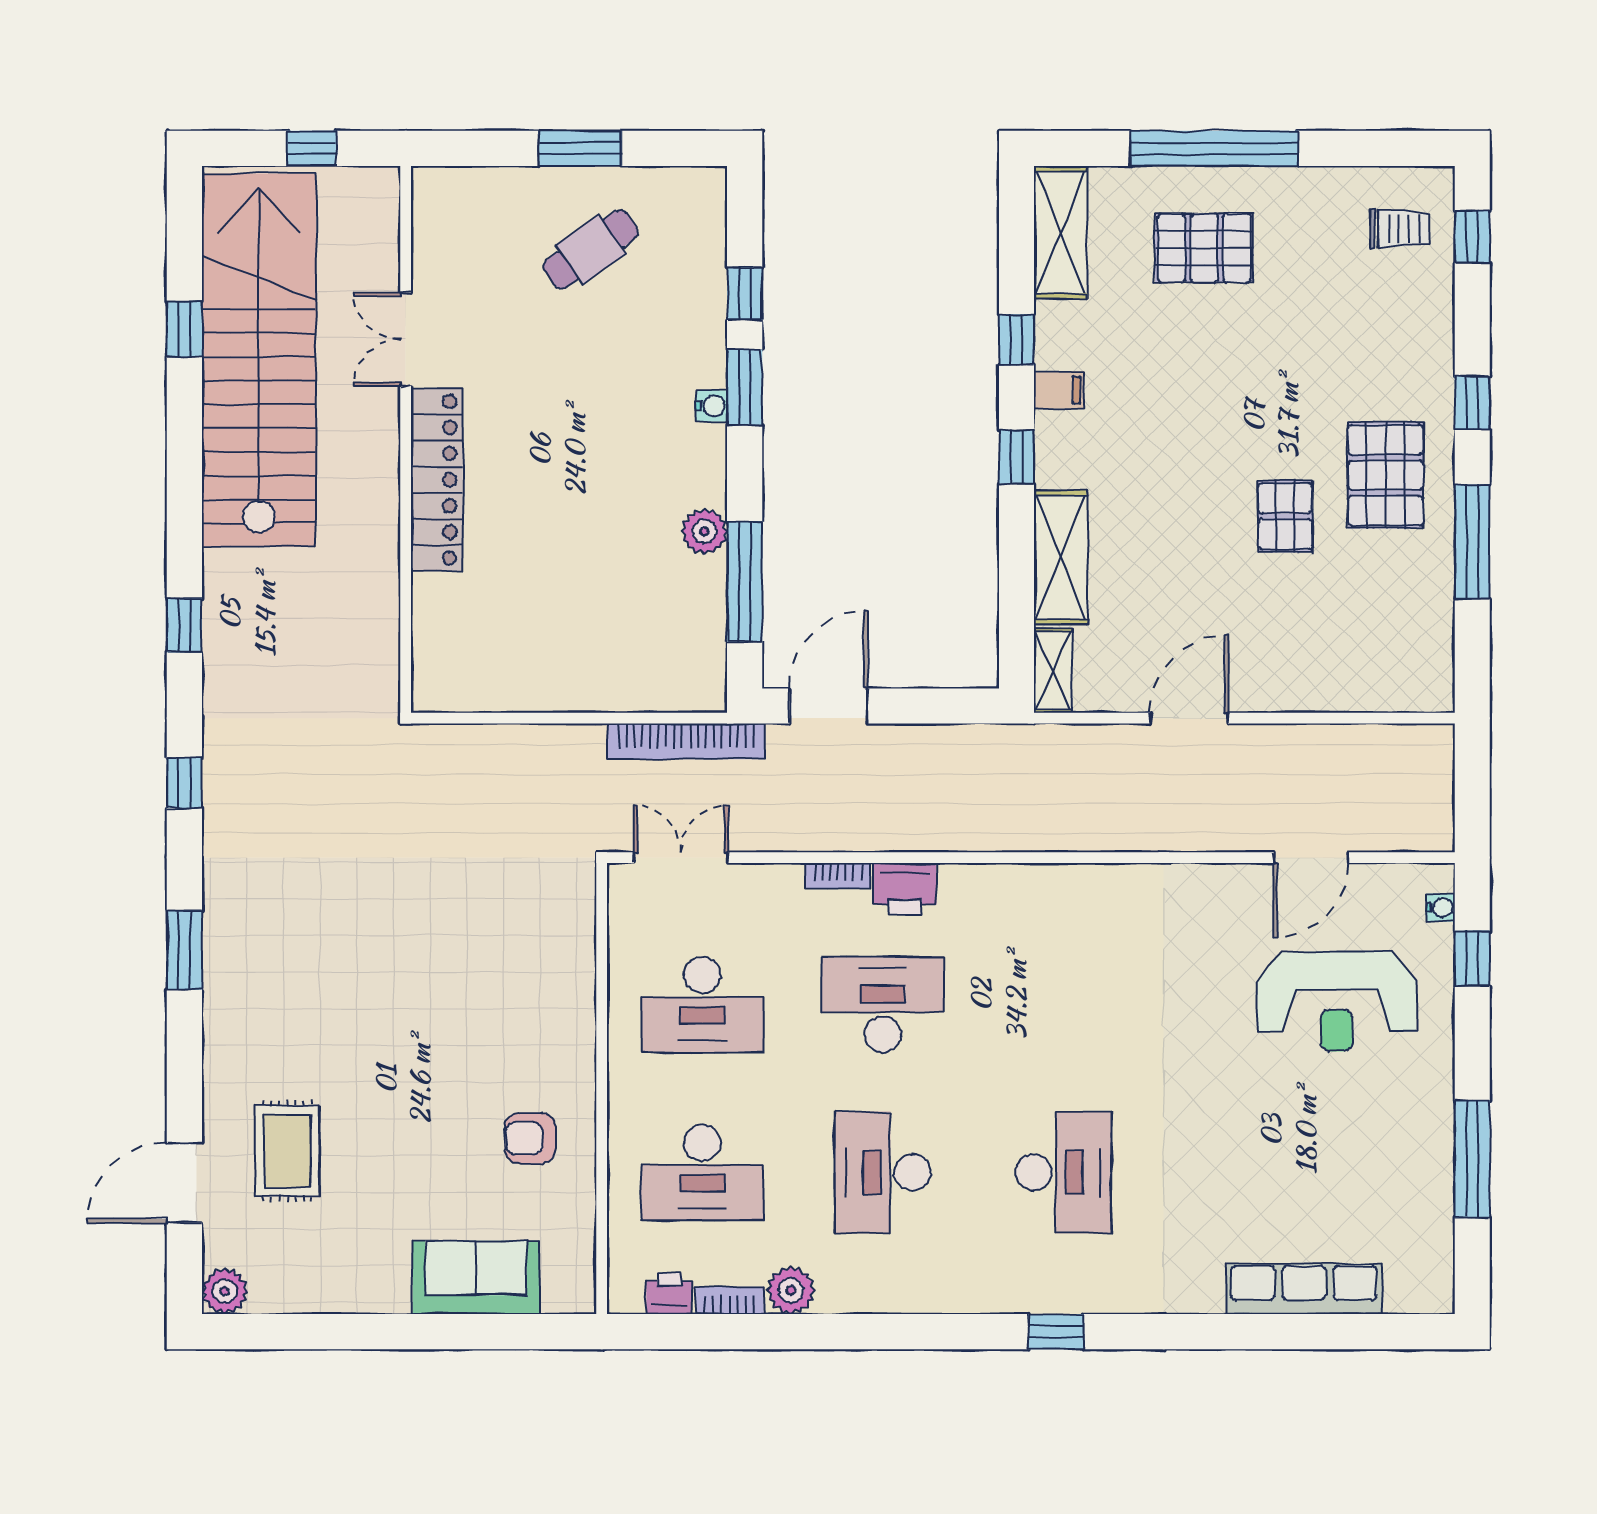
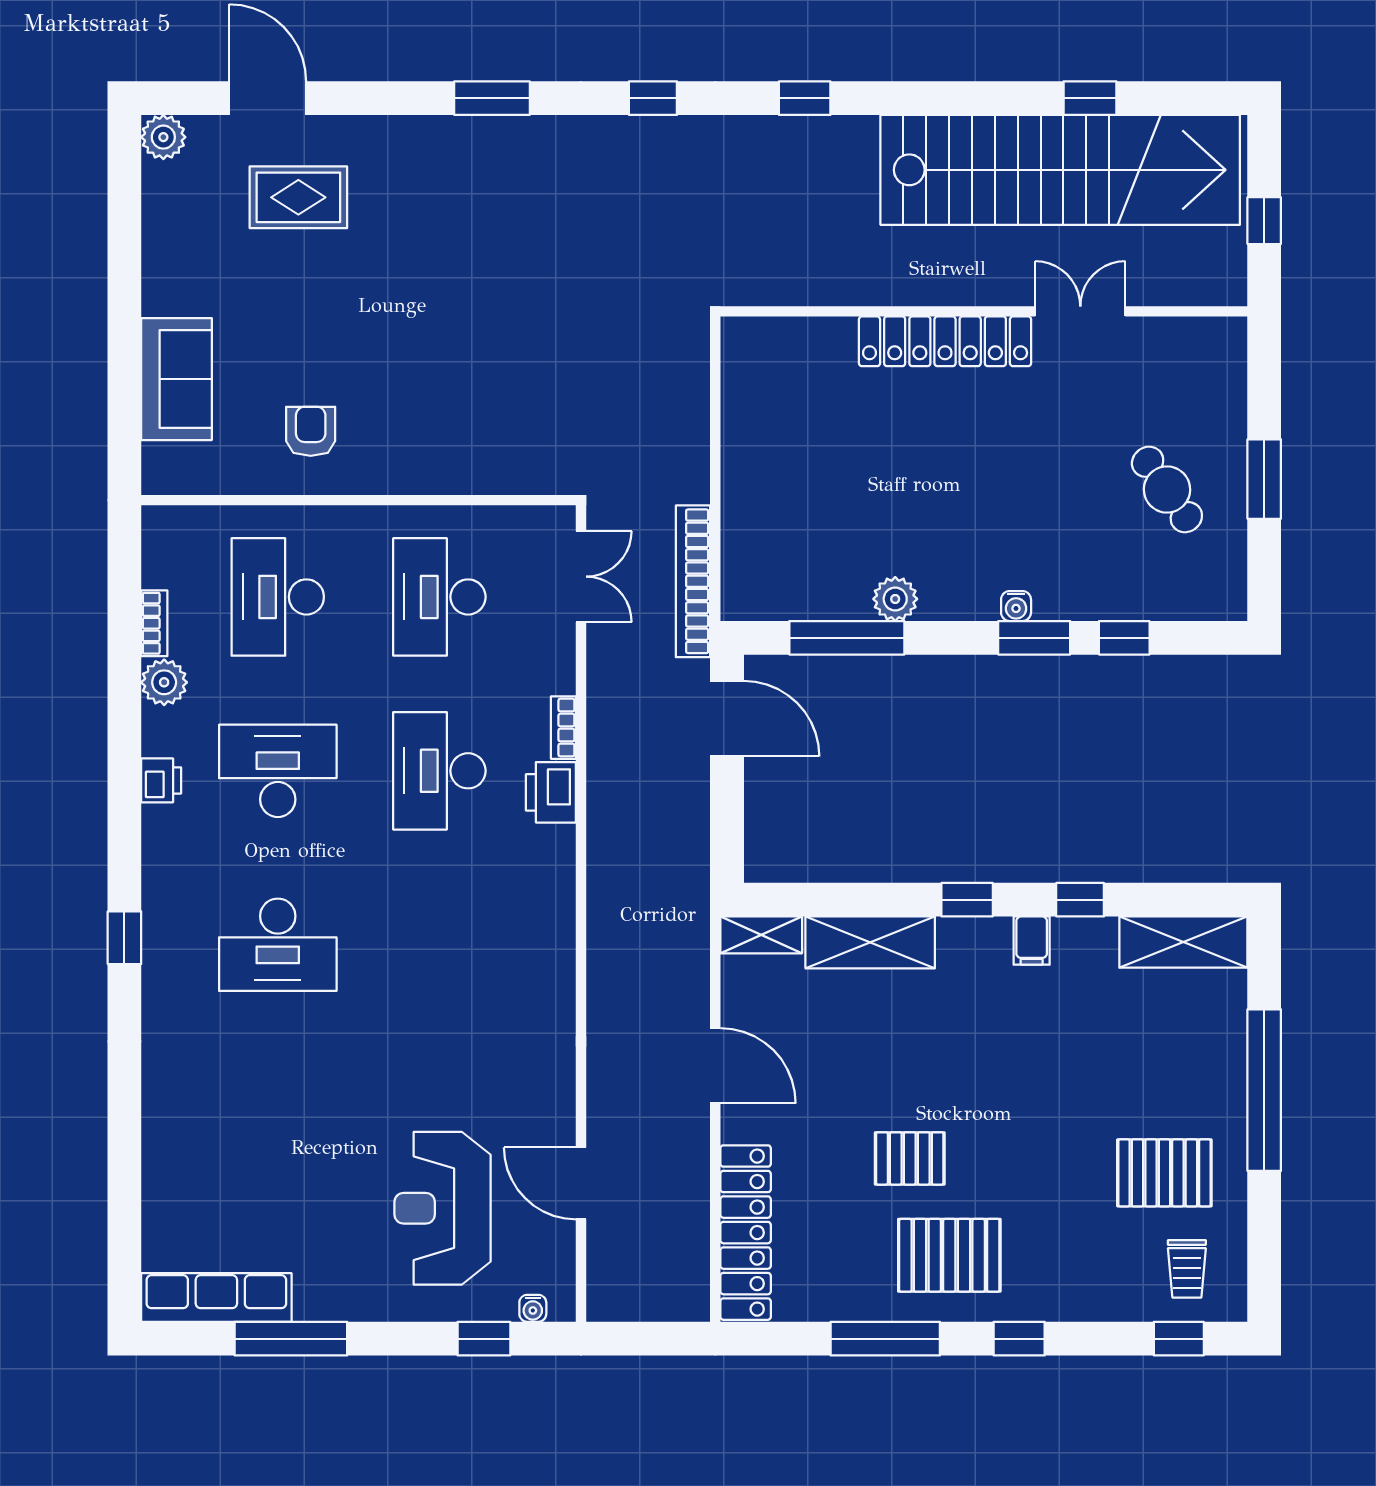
pallet: (1204, 248) -> (1164, 1173), moved, turned 90
locker: (1362, 687) -> (746, 1233), added
desk: (883, 1005) -> (439, 771), turned 180
row of seats: (1304, 1289) -> (216, 1298), moved, turned -90
printer: (669, 1293) -> (161, 780), moved

